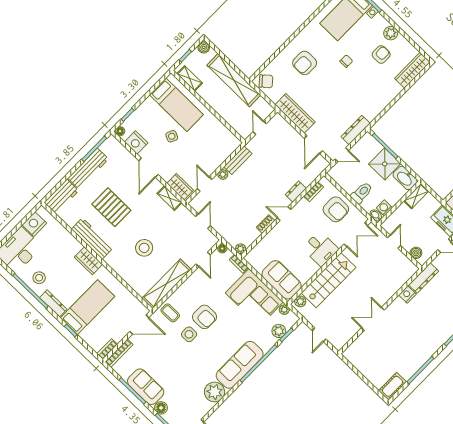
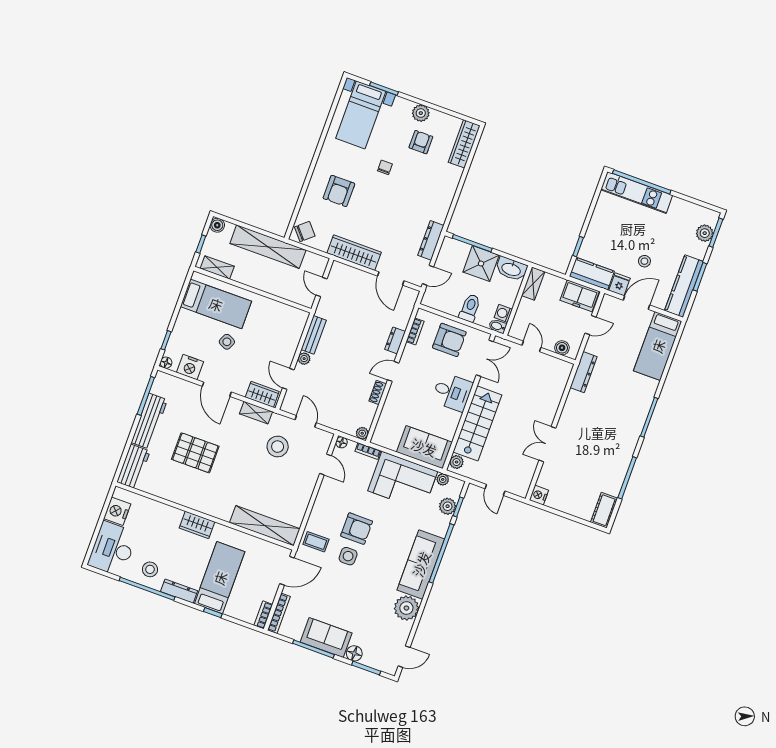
workbench: (92, 238) -> (190, 498), removed
stool: (144, 248) -> (278, 447), moved
shelving: (166, 284) -> (265, 526), moved, turned 90
nightstand: (407, 294) -> (539, 495), moved

